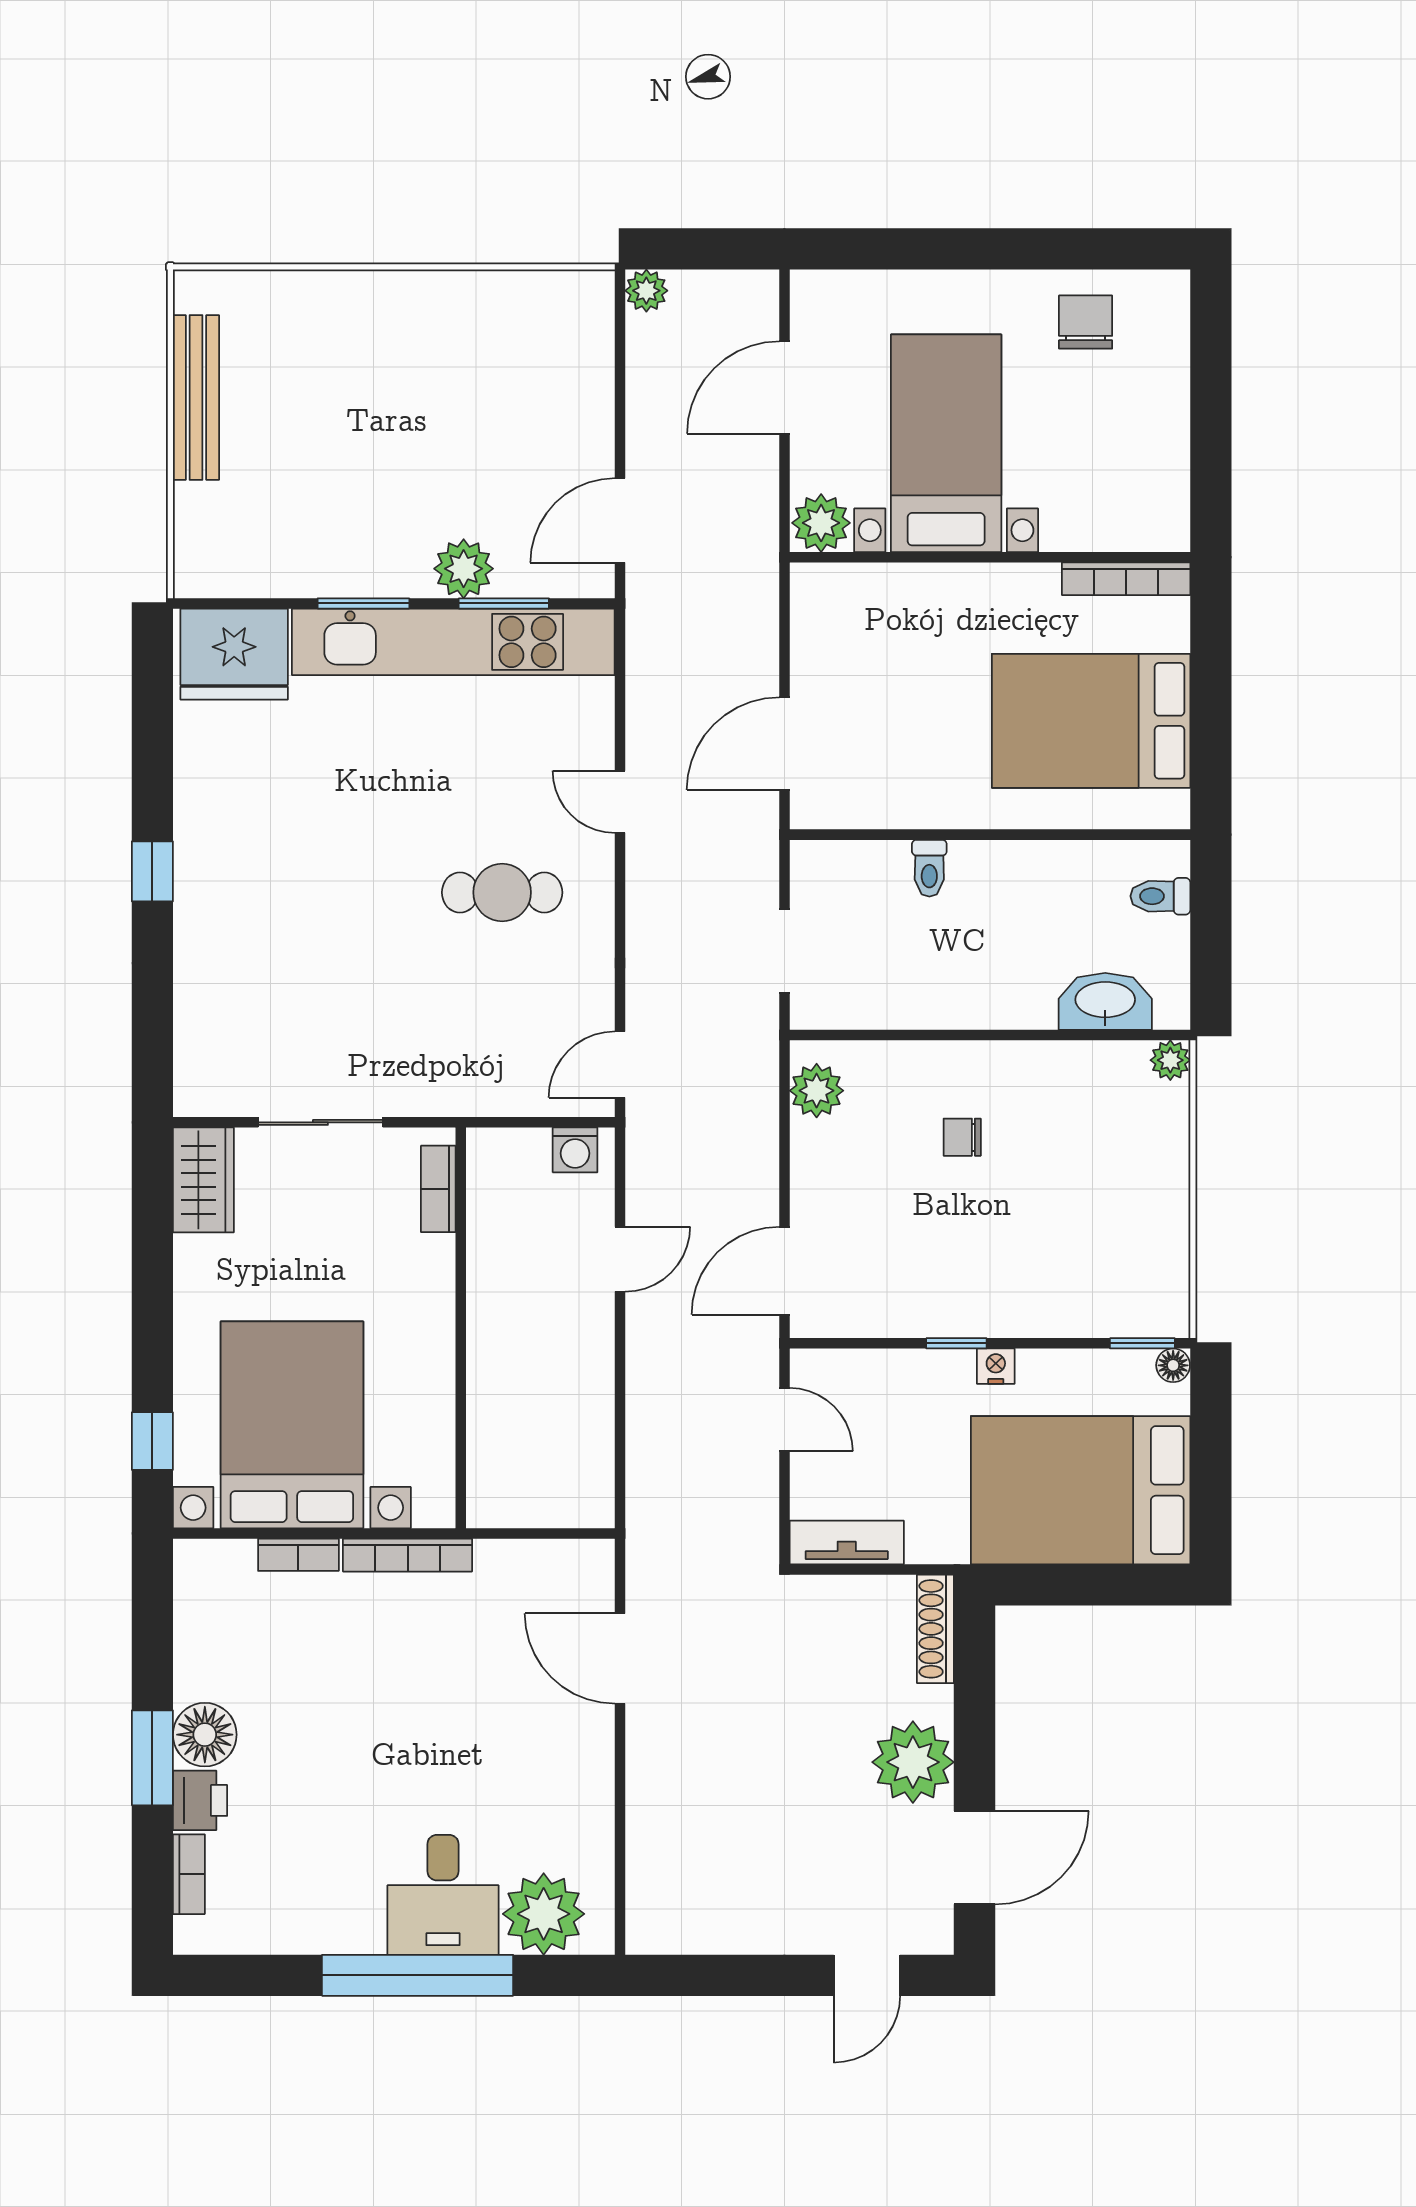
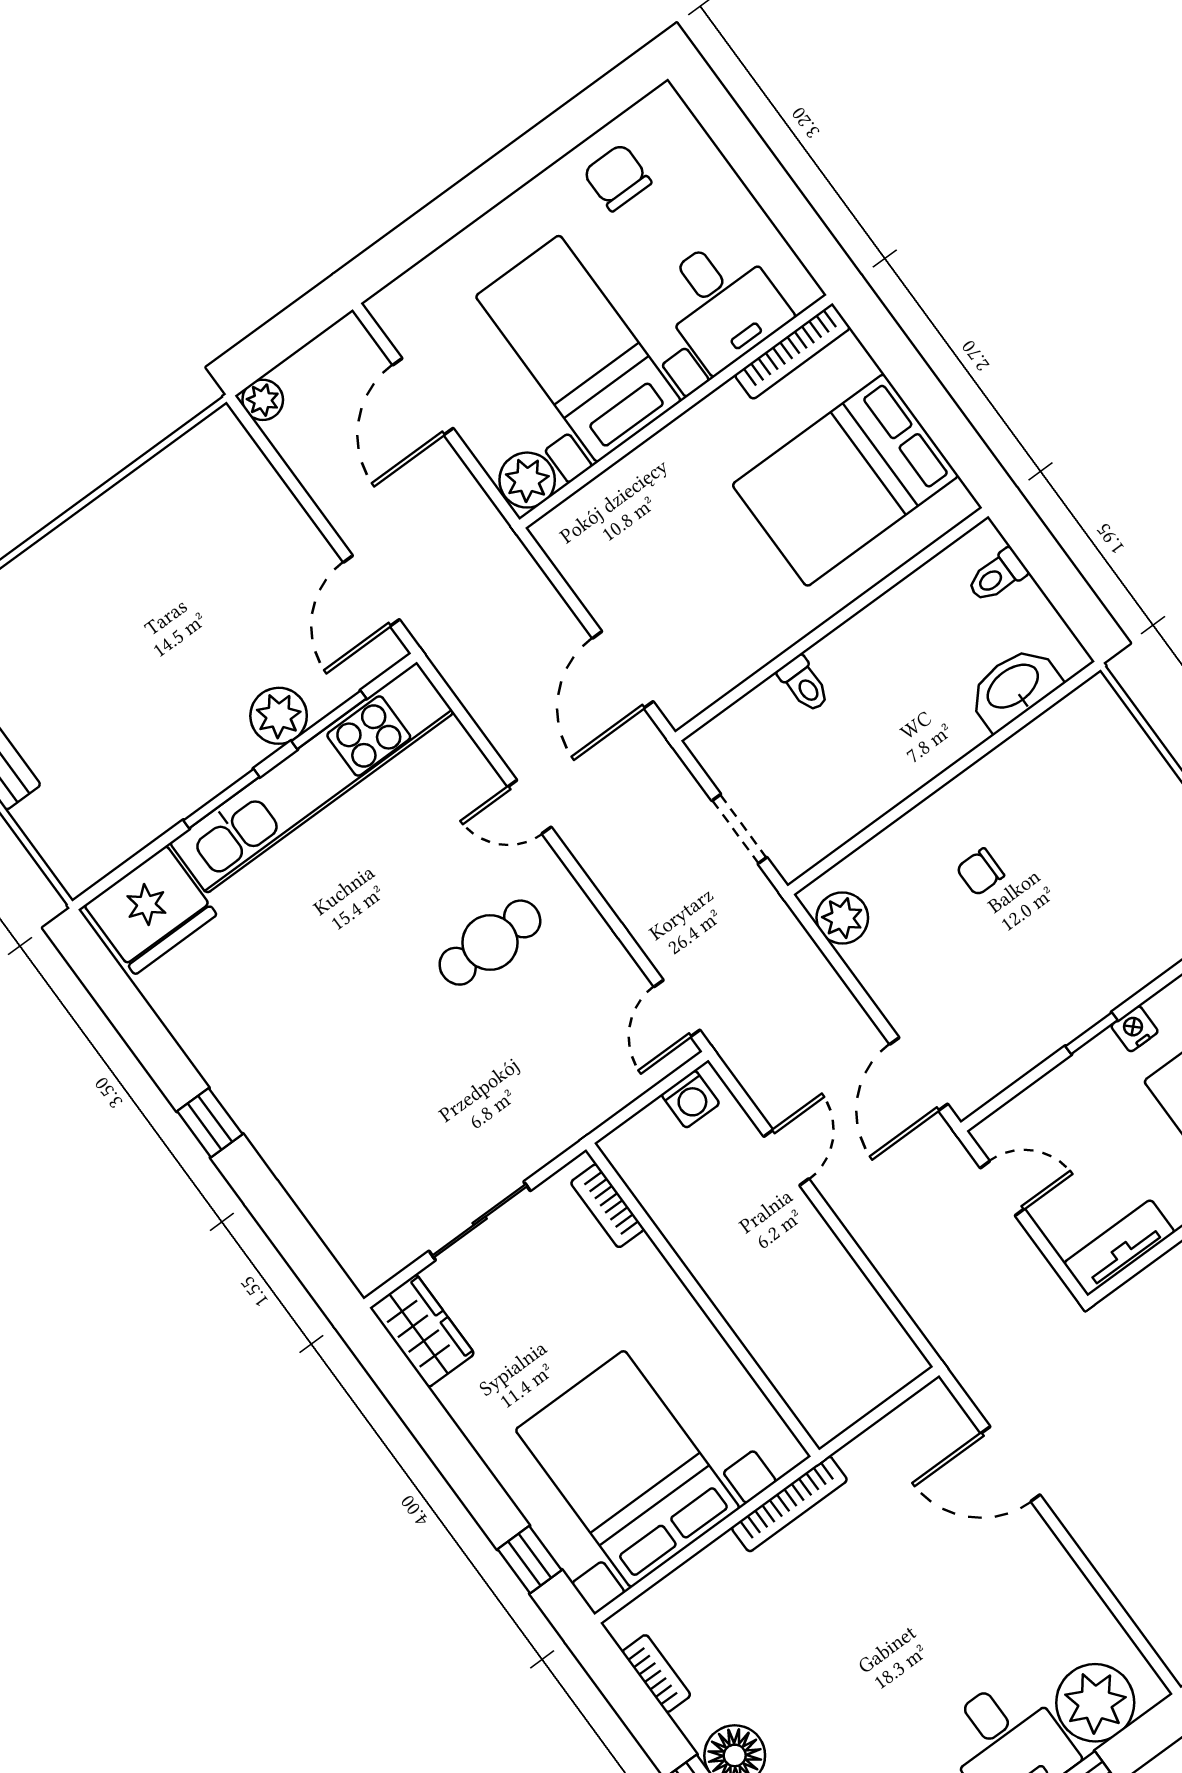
desk: (1097, 493) -> (722, 303), added
plant: (1170, 1060) -> (1097, 696), removed
bookcase: (298, 1555) -> (656, 1674), moved, turned -90

